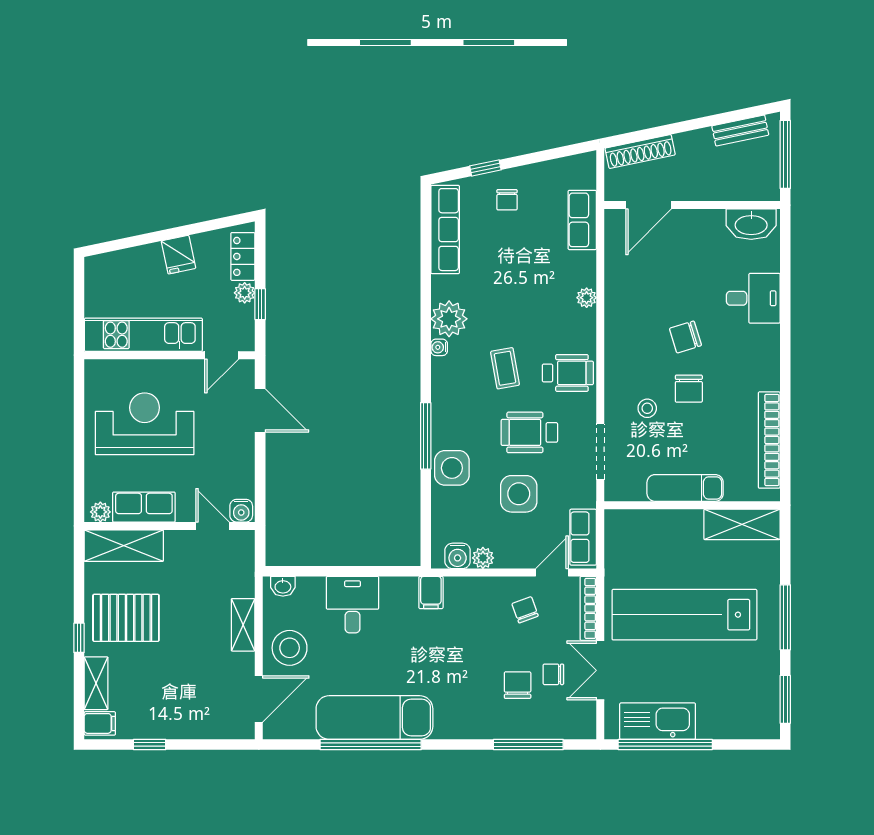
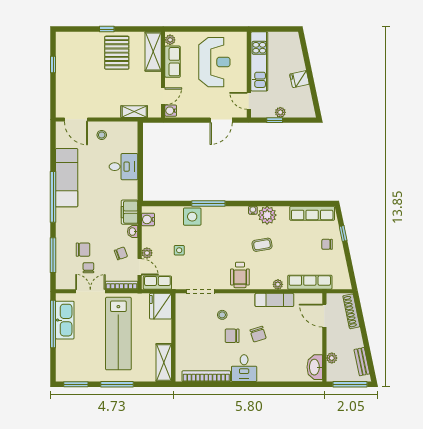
plant: (733, 191) -> (332, 358), added
row of seats: (582, 220) -> (310, 282), width x1.48
locker: (243, 256) -> (299, 111), removed
desk: (753, 298) -> (244, 368), moved
chair: (685, 337) -> (258, 334), turned 180
coffee table: (505, 368) -> (262, 245), moved
wheelchair: (529, 432) -> (210, 256), removed
exam couch: (685, 488) -> (274, 300), moved, turned 90
side table: (519, 494) -> (179, 250), width x0.54, depth x0.54
fridge: (630, 531) -> (161, 306), added
plant: (483, 558) -> (147, 253), moved
washbasin: (283, 586) -> (133, 232), moved
filing cabinet: (431, 592) -> (130, 212), width x2.00
lab bench: (684, 615) -> (118, 334), turned 180
shelving: (243, 625) -> (134, 112), moved
stool: (290, 648) -> (102, 135), width x0.53, depth x0.53
shelving: (96, 683) -> (84, 38), removed
filing cabinet: (100, 723) -> (64, 40), removed
window: (371, 745) -> (53, 197), moved

